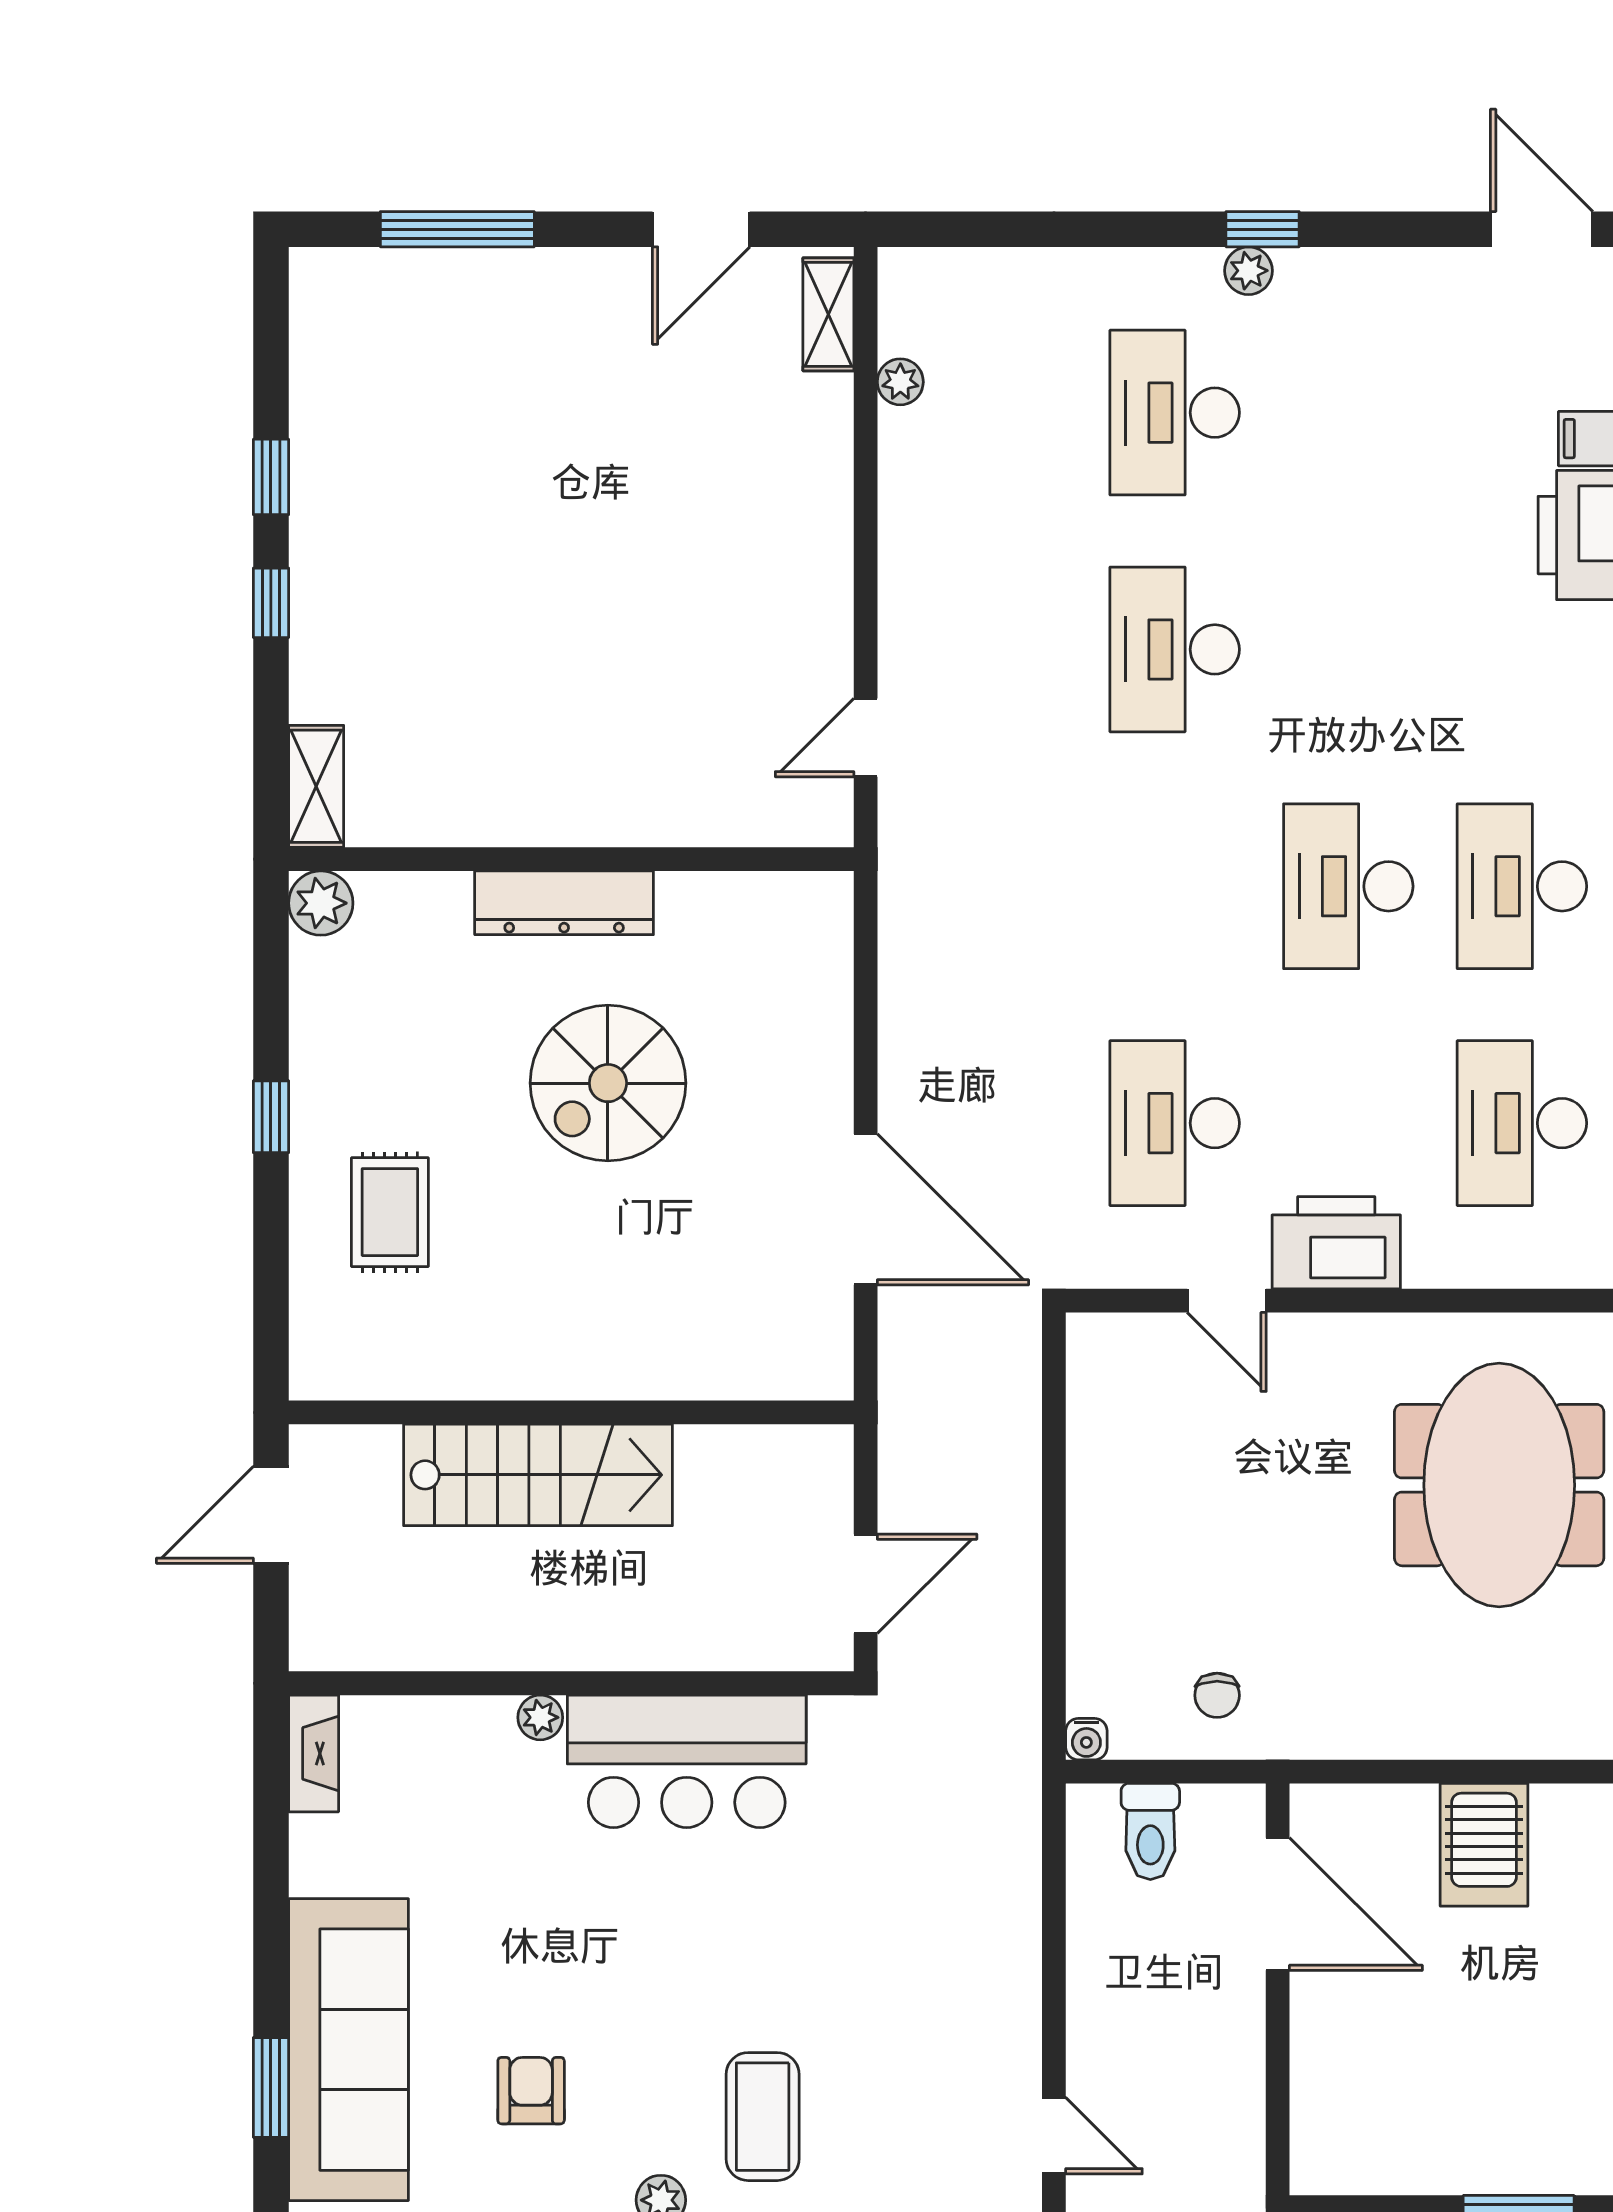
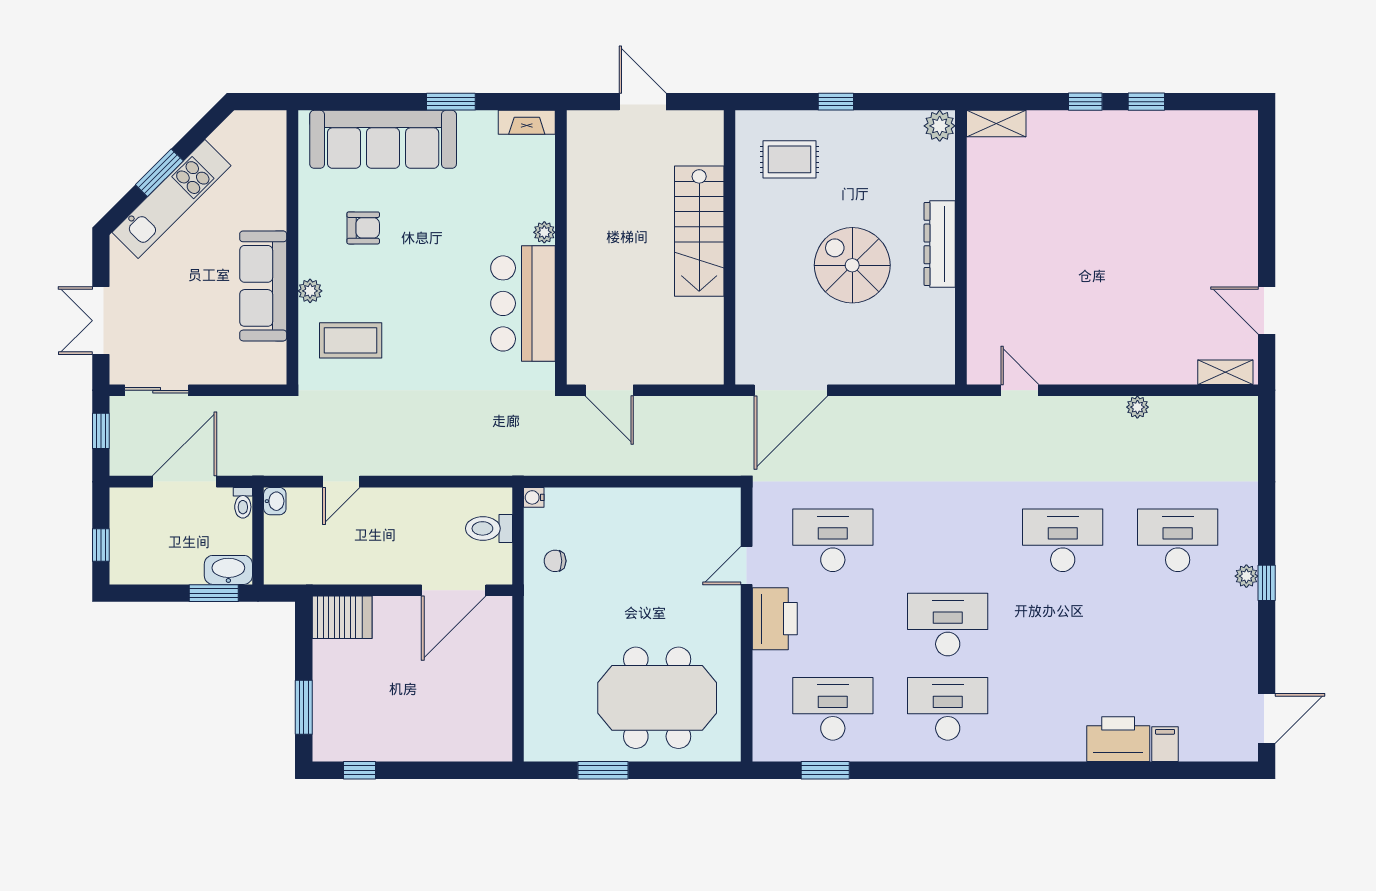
window: (457, 229) -> (1267, 192), removed
plant: (900, 382) -> (1137, 407), moved
wall: (571, 1412) -> (729, 247), moved
stairs: (538, 1475) -> (699, 231), moved
server rack: (1484, 1845) -> (342, 617), moved, turned 180
window: (271, 2087) -> (451, 102), moved

